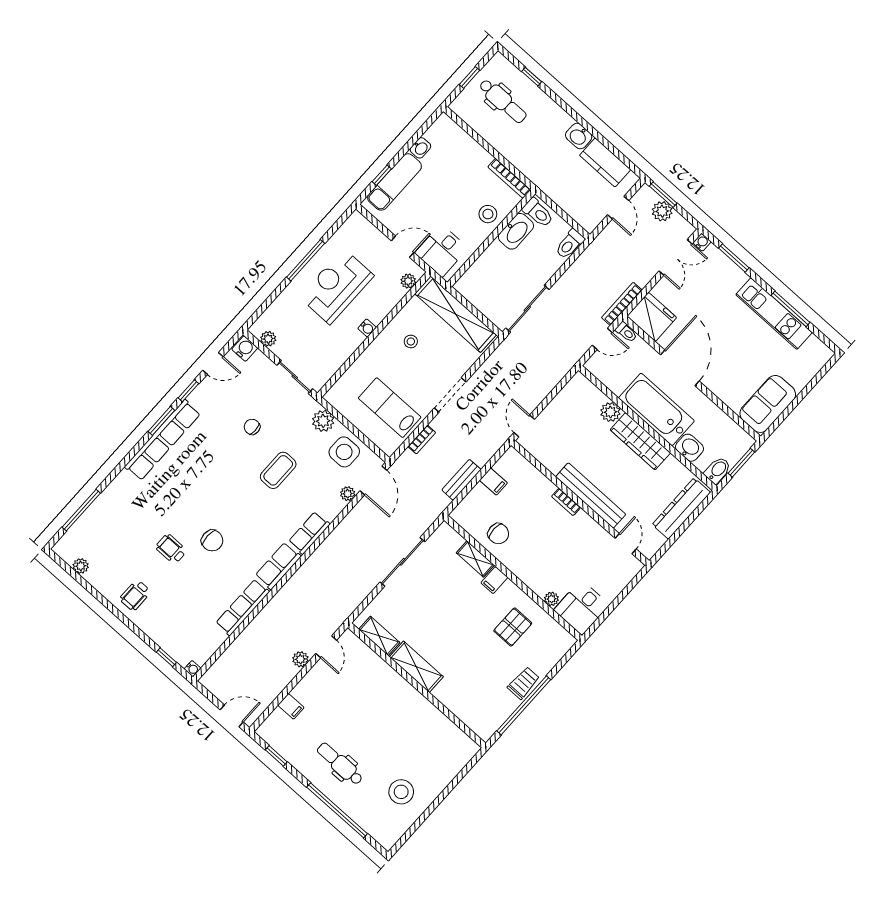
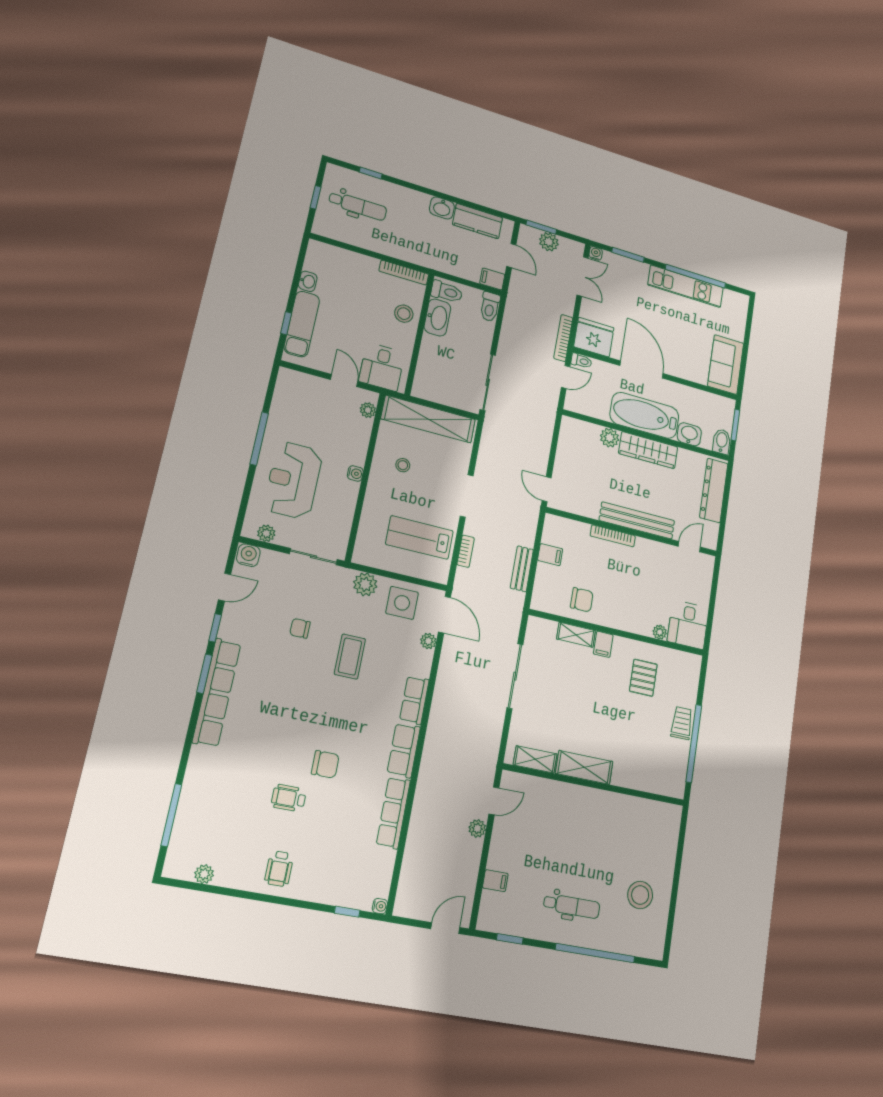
filing cabinet: (587, 221) -> (492, 279), added
door: (403, 247) -> (344, 381), hinge flipped
reception desk: (337, 286) -> (293, 480), moved
window: (790, 309) -> (695, 276), width x1.46
bookcase: (566, 502) -> (613, 536), width x1.56
door: (626, 544) -> (689, 547), hinge flipped
door: (326, 647) -> (494, 801), hinge flipped
dental chair: (340, 764) -> (572, 906), turned 180

